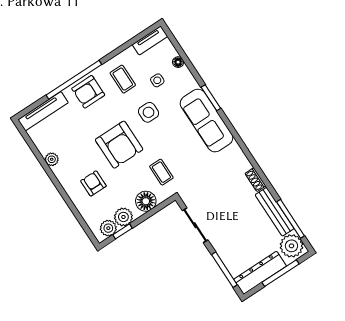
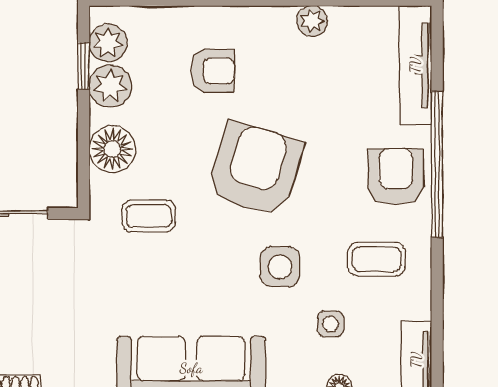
armchair: (119, 145) -> (255, 169), turned 107

